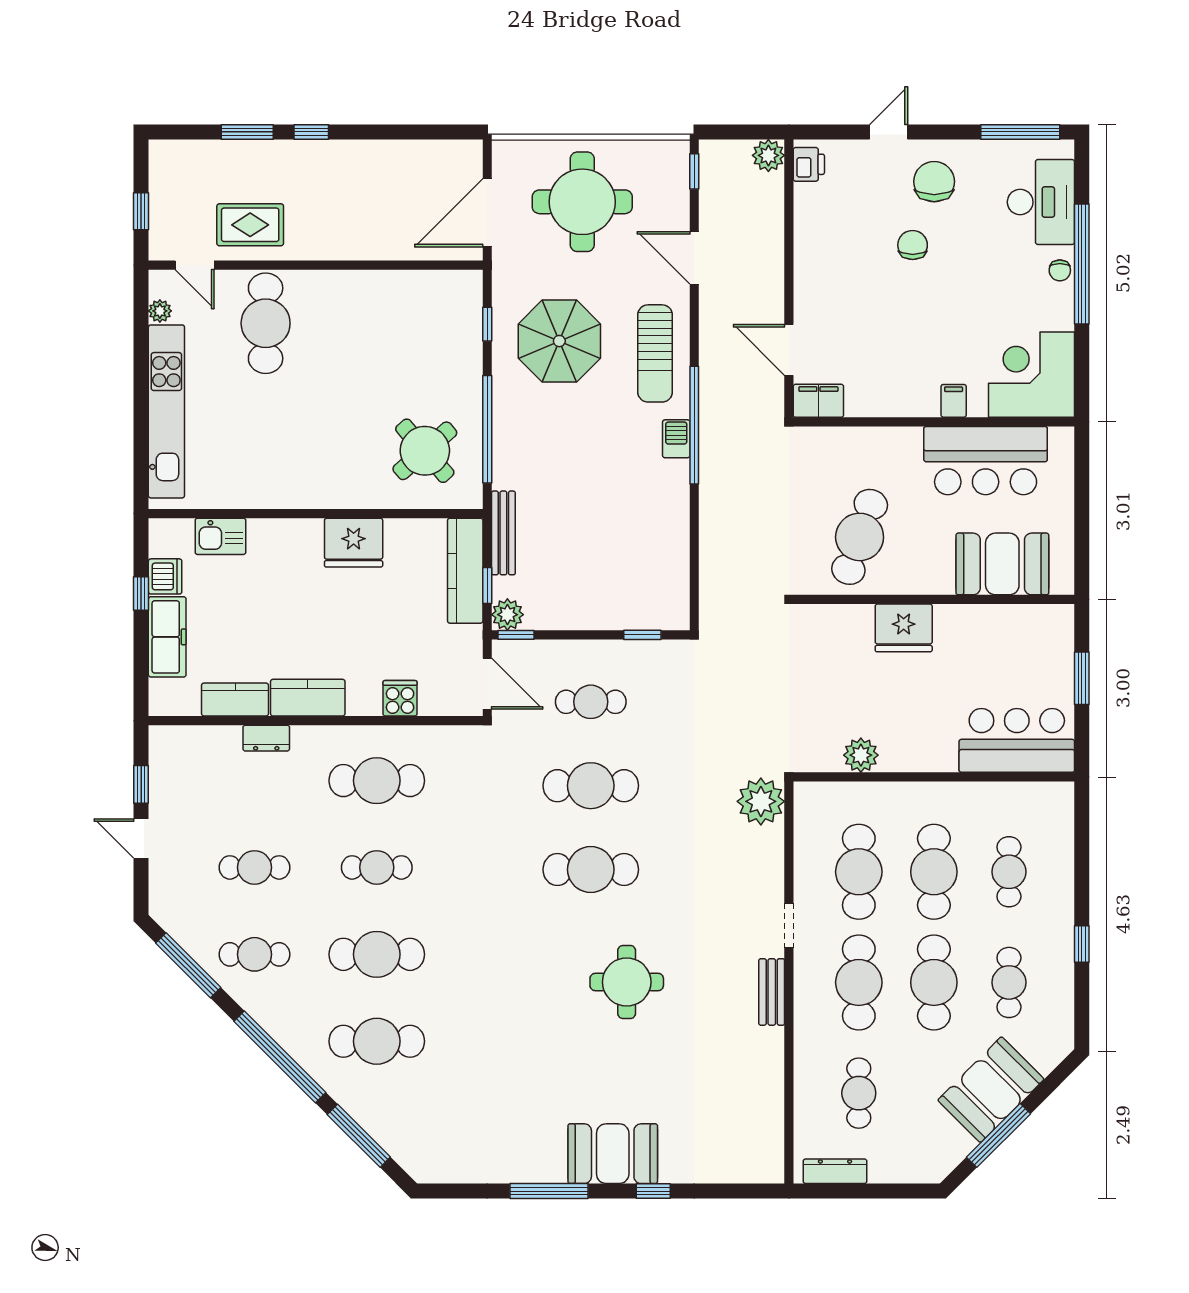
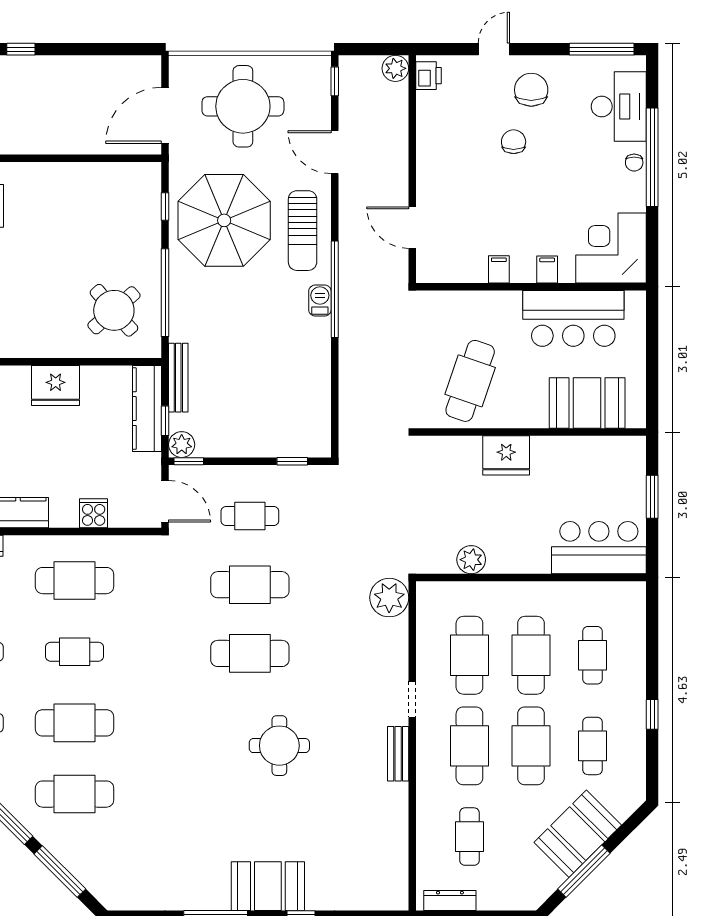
parasol: (559, 341) -> (224, 220), width x1.36, depth x1.36
filing cabinet: (818, 401) -> (499, 269), moved, width x0.50

